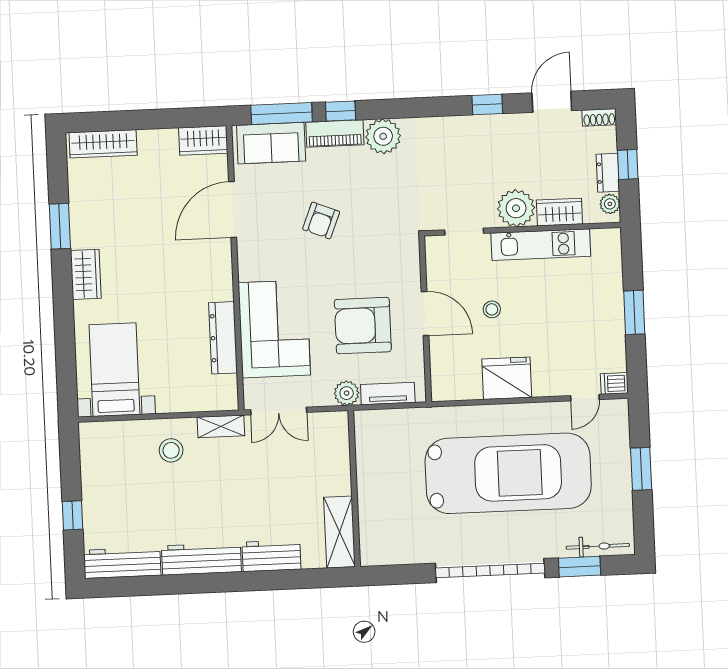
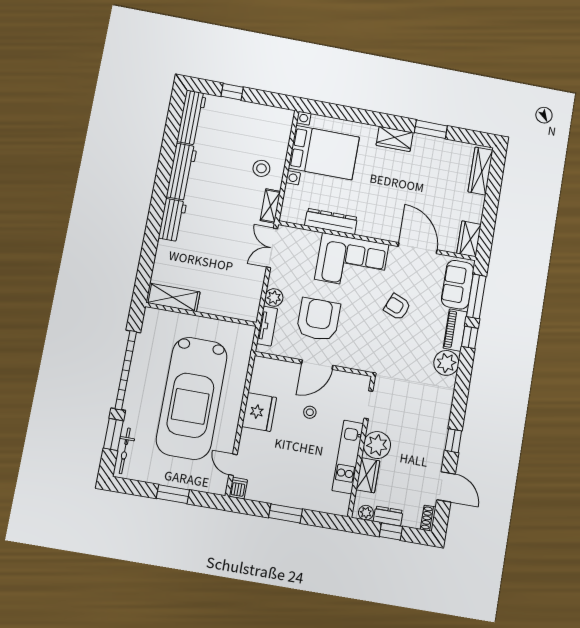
corner sofa: (274, 329) -> (352, 262), moved
bed with nightstands: (115, 370) -> (324, 153), width x1.36
wall: (354, 488) -> (201, 314), moved
shelving: (339, 532) -> (173, 297), moved

